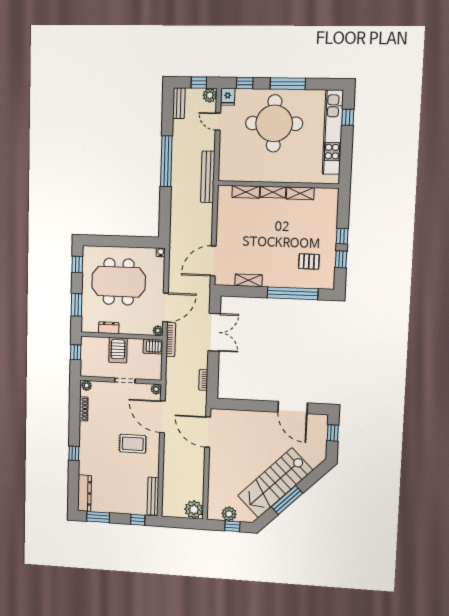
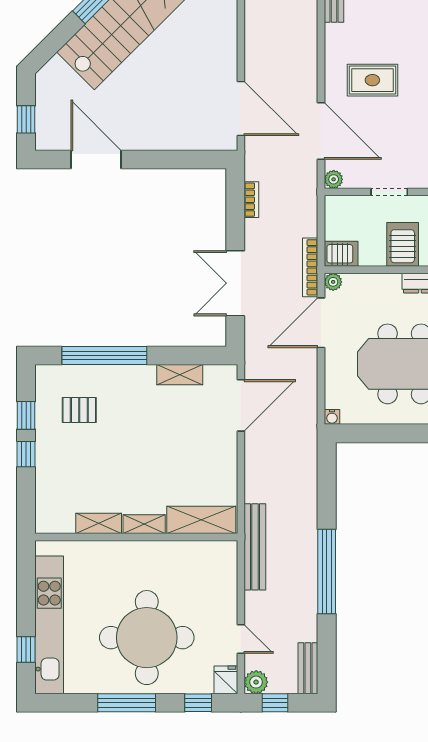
shelving: (246, 192) -> (201, 520), width x1.50, depth x1.33

